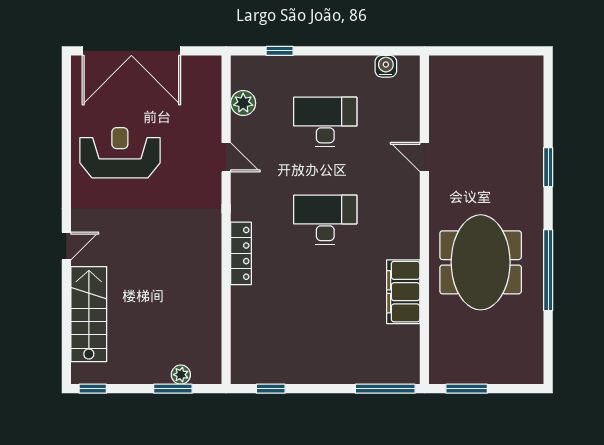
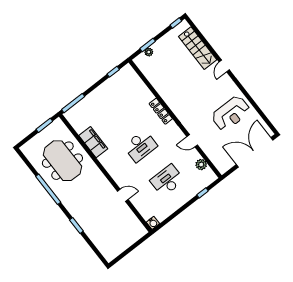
water cooler: (386, 66) -> (153, 223), moved
desk: (325, 122) -> (167, 180), turned 180
meeting table: (481, 262) -> (62, 161), moved

